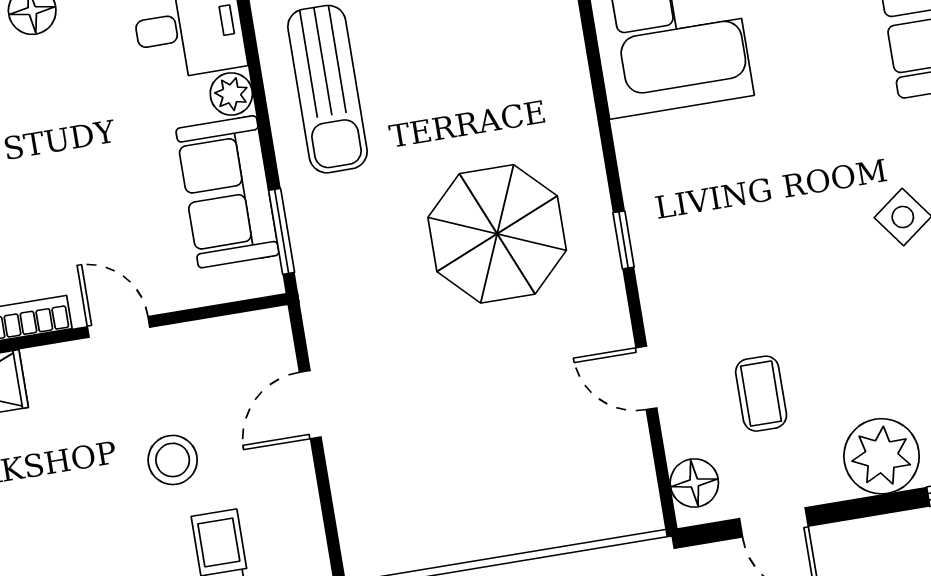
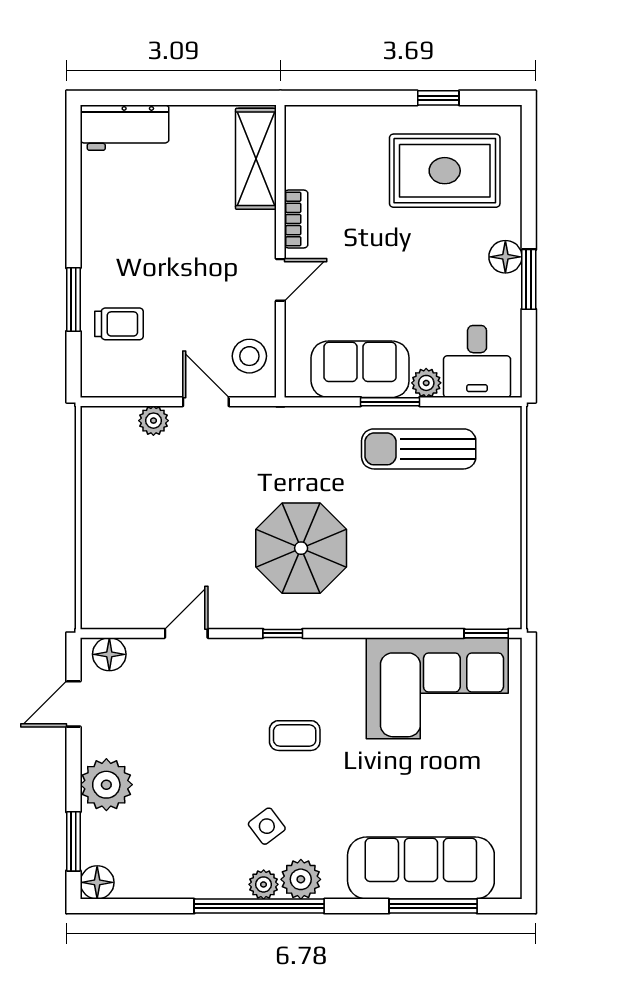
window: (282, 231) -> (390, 402), moved
coffee table: (761, 394) -> (295, 736), moved
stool: (173, 460) -> (249, 356), moved
plant: (350, 475) -> (153, 421), added

